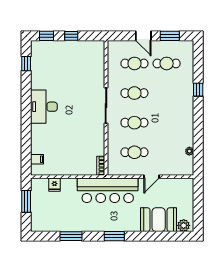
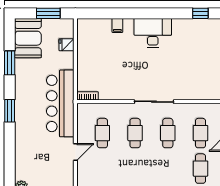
filing cabinet: (37, 159) -> (117, 25), moved
door: (152, 177) -> (75, 152), swing flipped
booth: (159, 220) -> (28, 38), moved

